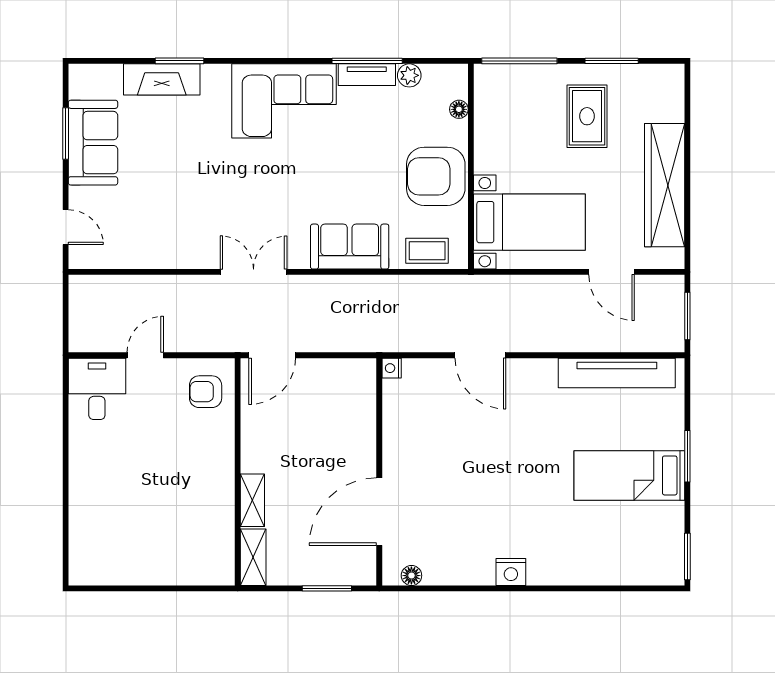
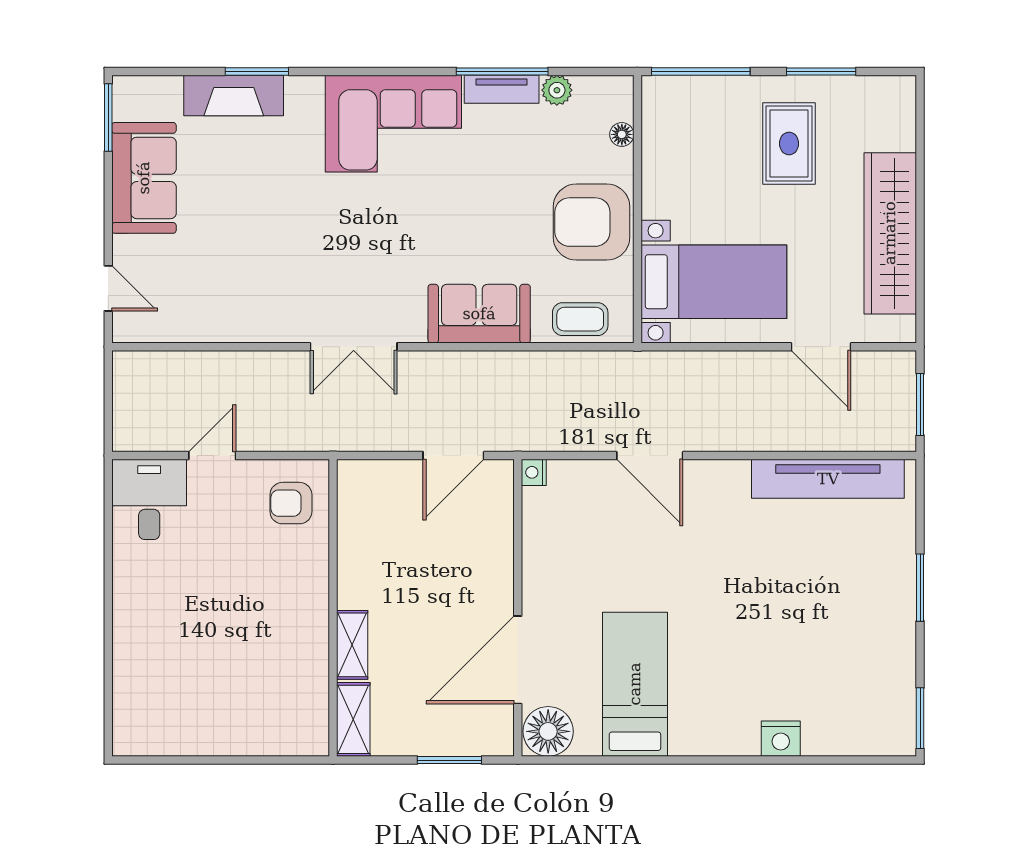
window: (66, 133) -> (108, 118), moved
double door: (254, 272) -> (354, 347), swing flipped
door: (272, 355) -> (453, 456), moved
bed: (629, 475) -> (635, 684), moved, turned 90
nightstand: (511, 572) -> (781, 739), moved
floor lamp: (411, 576) -> (548, 731), width x1.89, depth x1.89

